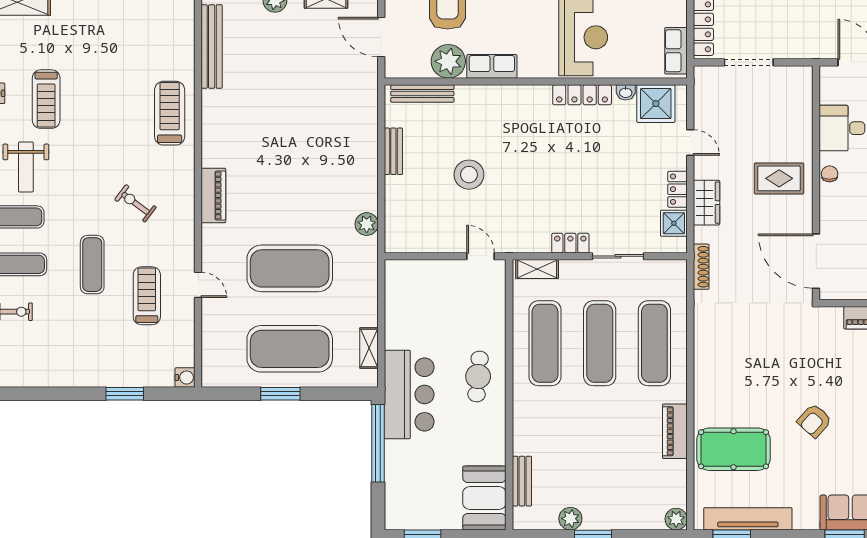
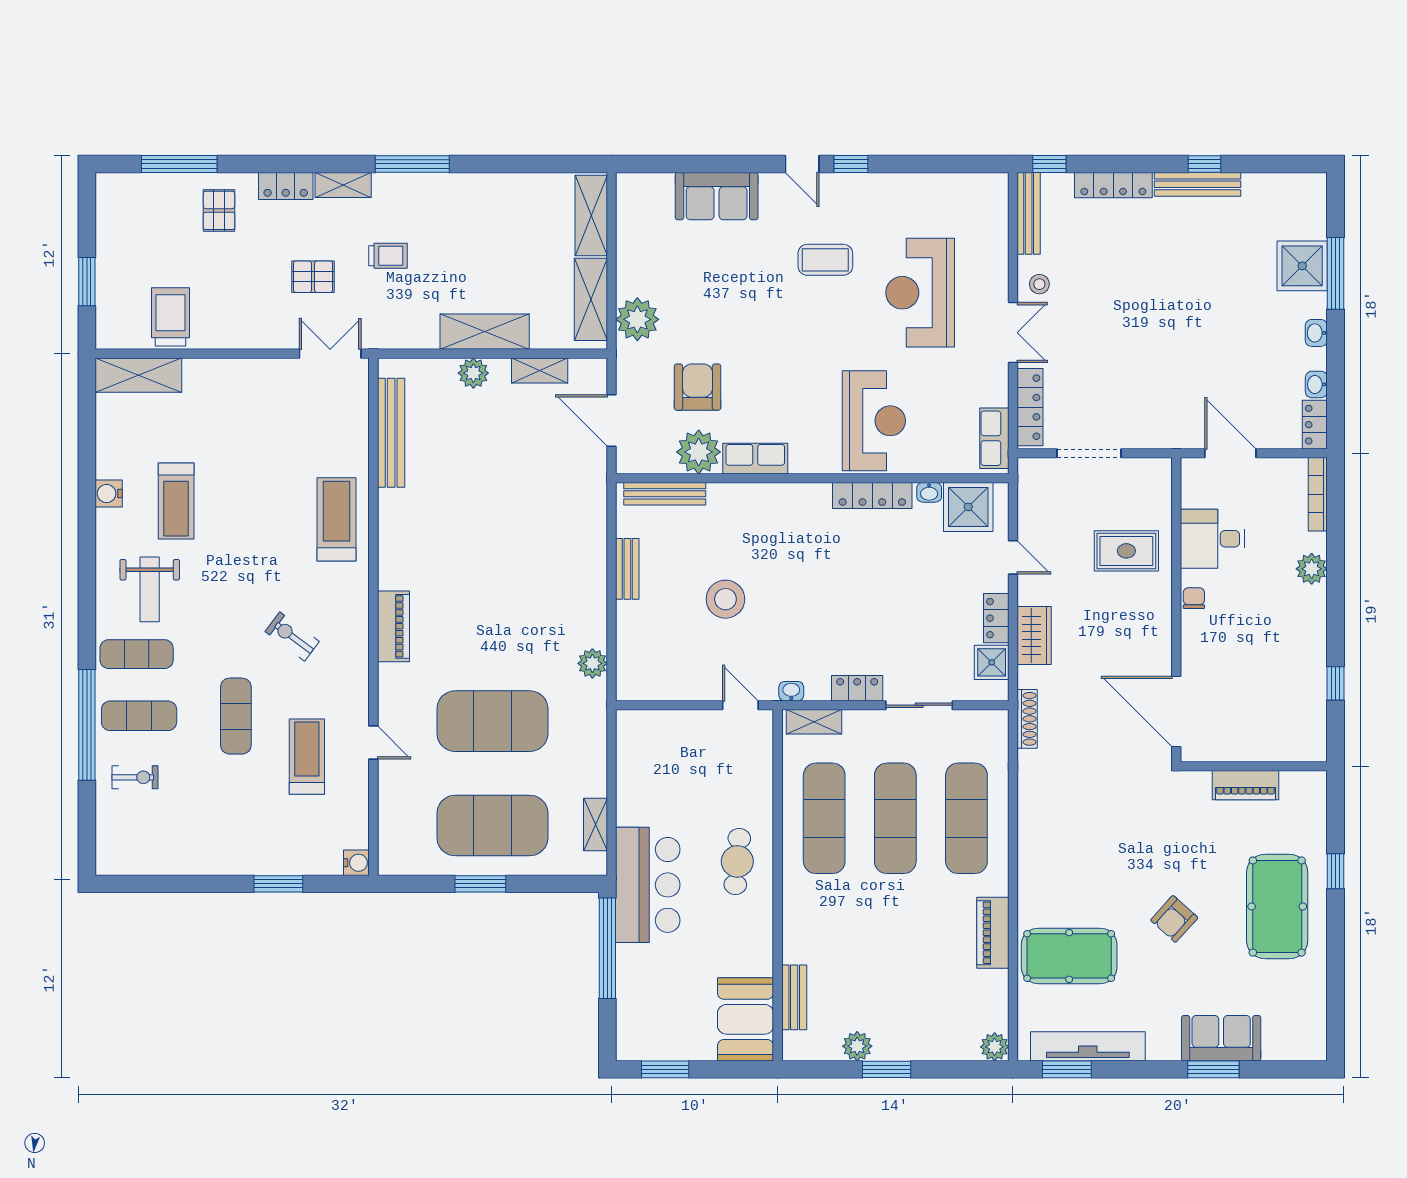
rug: (779, 178) -> (1126, 551), moved
washbasin: (520, 245) -> (791, 691), added

